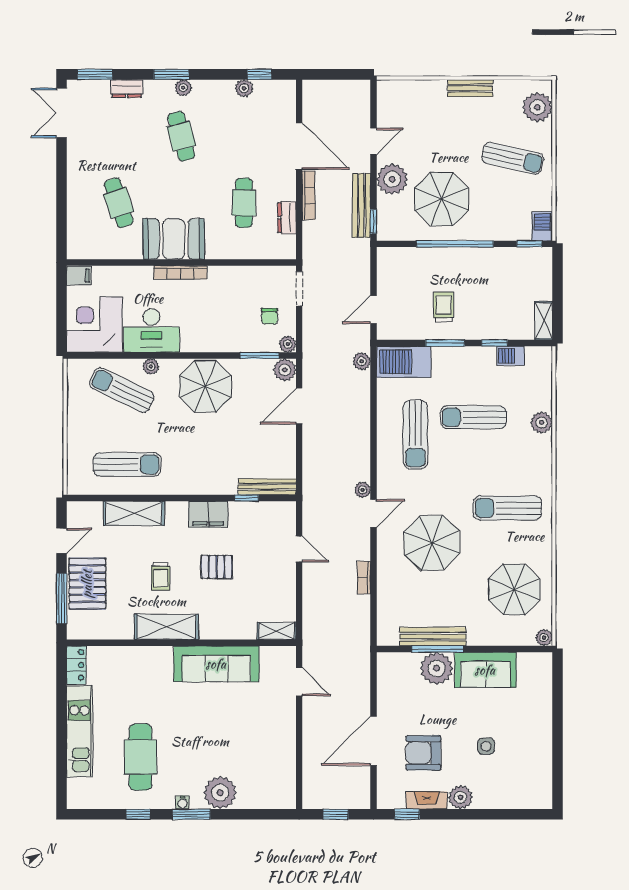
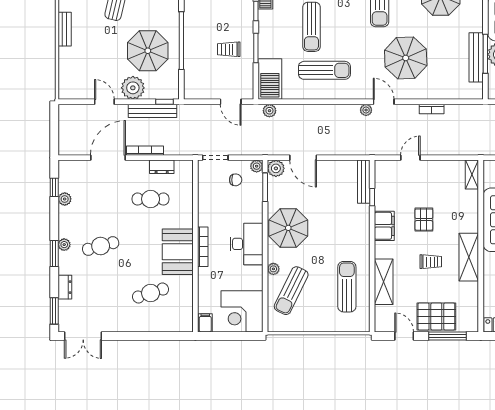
desk: (151, 331) -> (246, 244), moved

